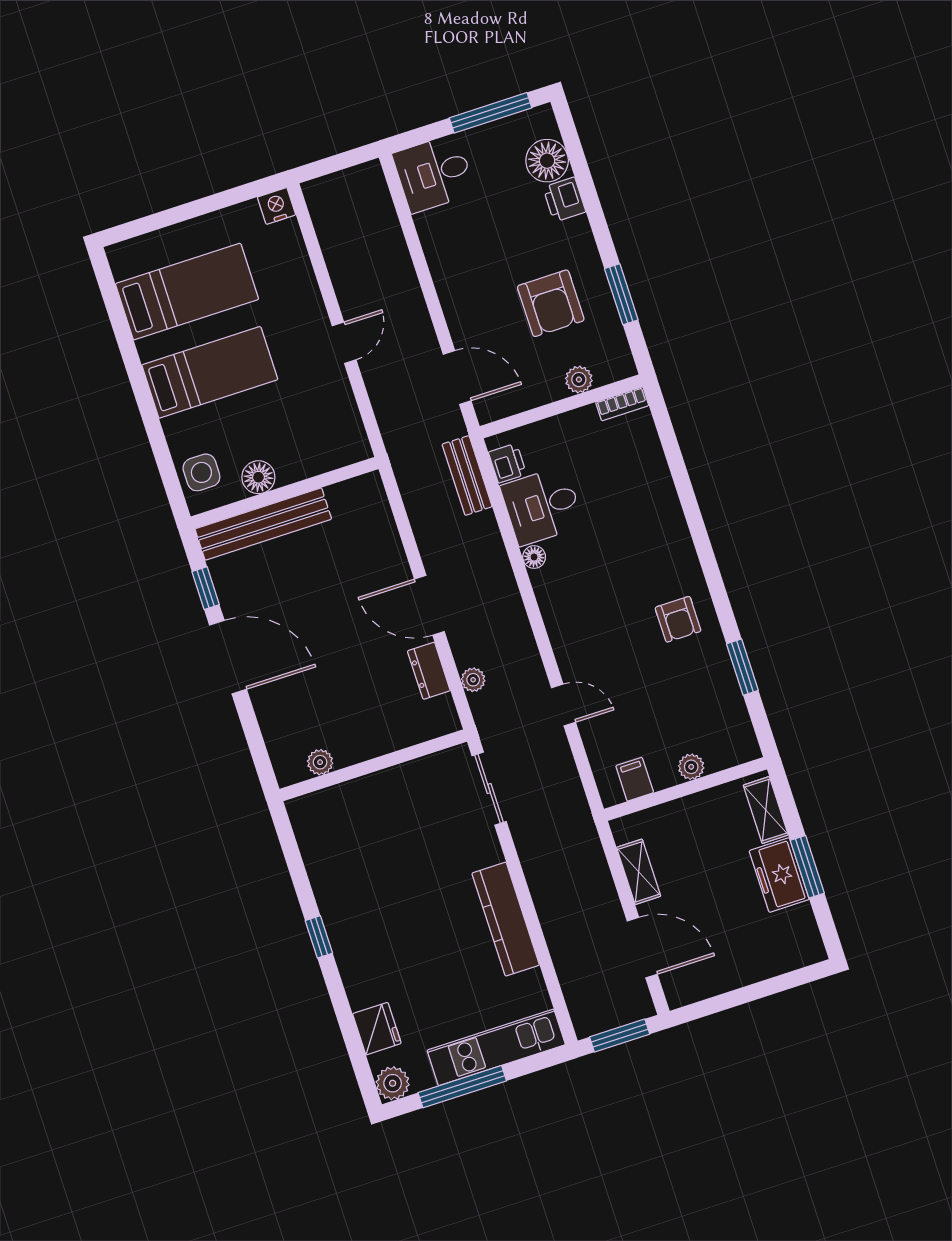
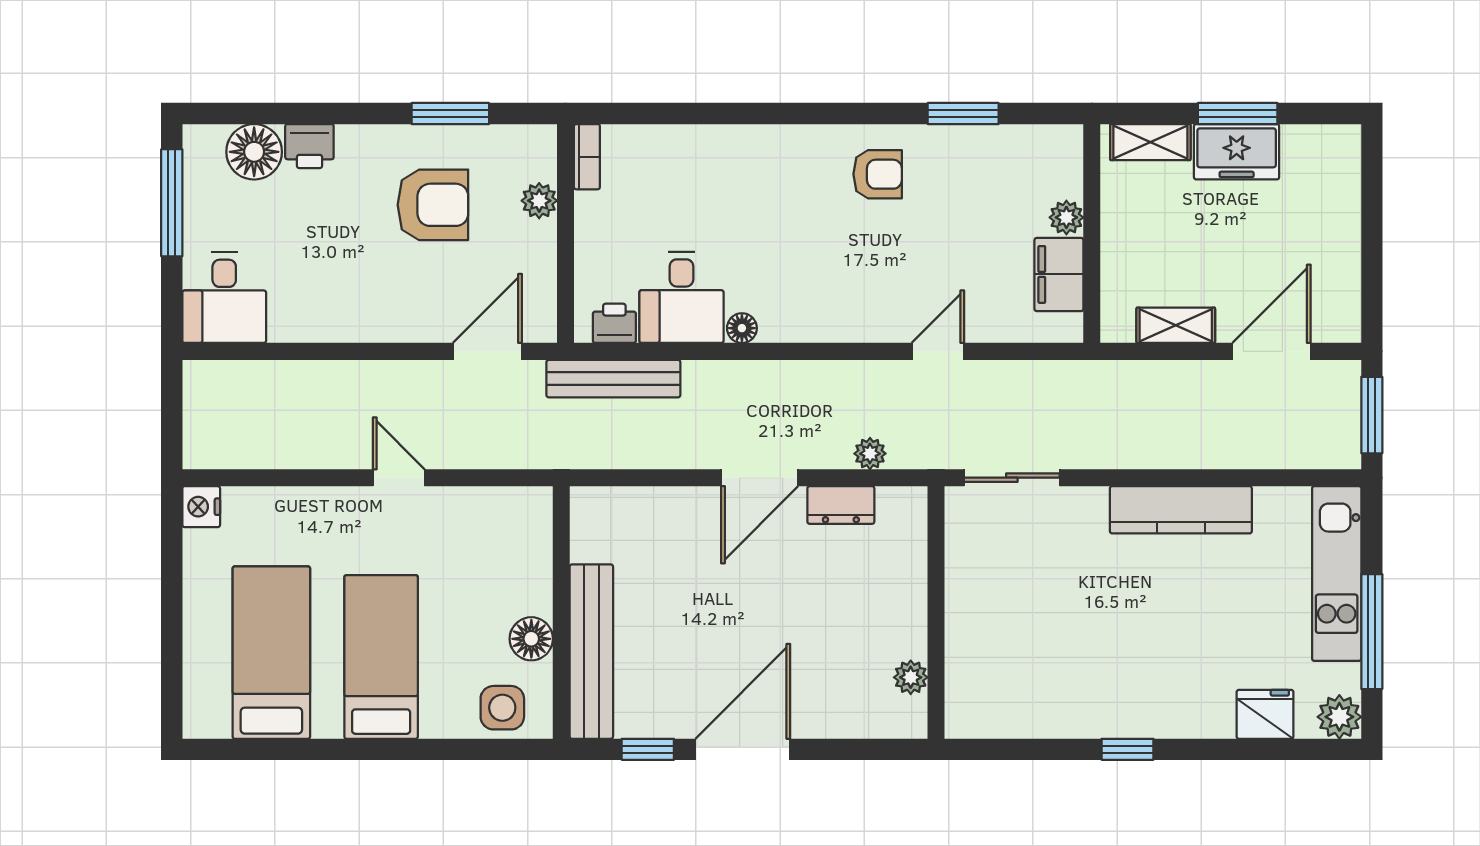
bench: (467, 475) -> (613, 379), width x1.36
filing cabinet: (635, 779) -> (1059, 274), width x2.00

